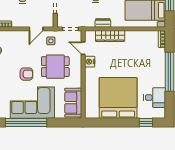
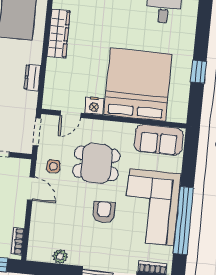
wardrobe: (110, 36) -> (59, 34), moved
dining table: (55, 67) -> (96, 163), turned 90
bed: (118, 98) -> (138, 85), moved, turned 90
window: (146, 122) -> (199, 72), moved

